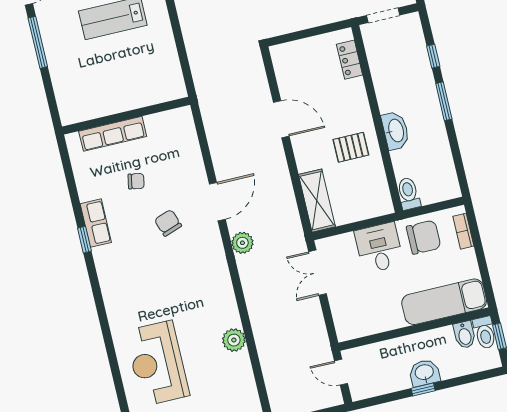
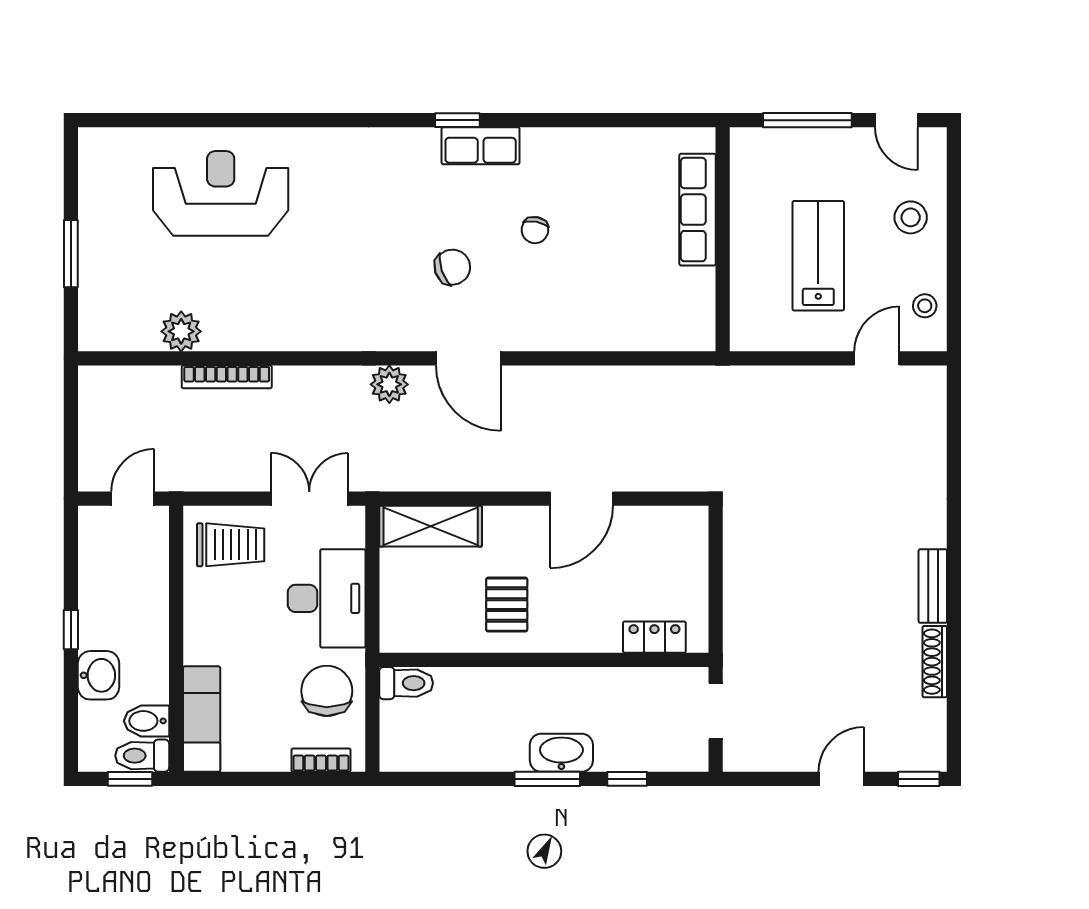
wall: (126, 116) -> (723, 239), moved
washbasin: (395, 131) -> (561, 753), moved, turned 180
row of seats: (113, 134) -> (698, 210), moved
chair: (424, 237) -> (327, 691), turned 180
desk: (379, 248) -> (327, 598), width x1.37
exam couch: (444, 302) -> (202, 719), width x0.73, depth x0.69
trolley: (354, 311) -> (231, 545), added
bookcase: (260, 335) -> (227, 377), added
plant: (234, 340) -> (181, 331), moved
washbasin: (424, 373) -> (99, 675), moved

